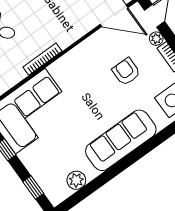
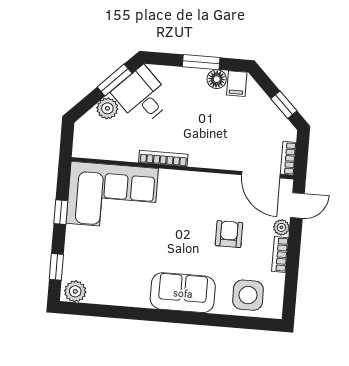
sofa: (121, 140) -> (183, 293), width x0.73
plant: (76, 180) -> (75, 291), moved

